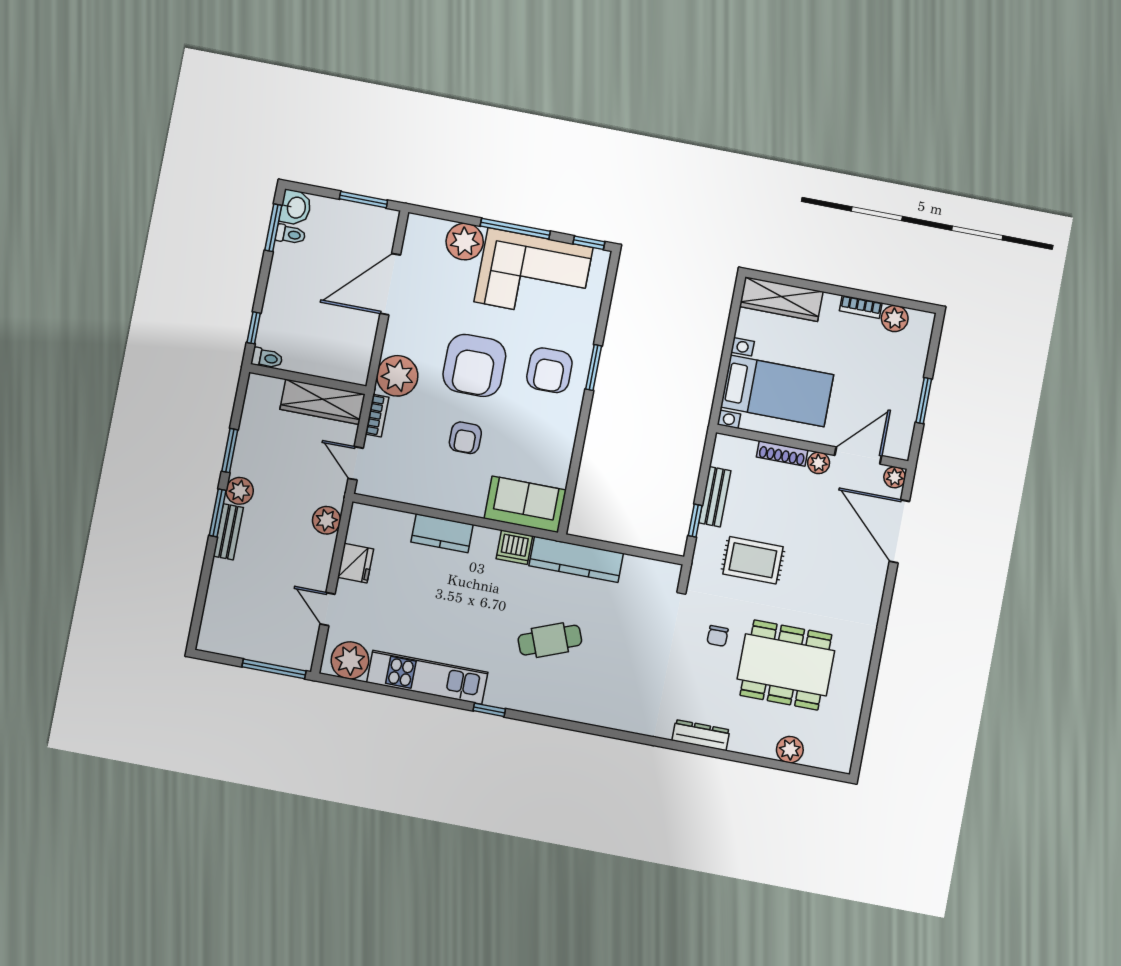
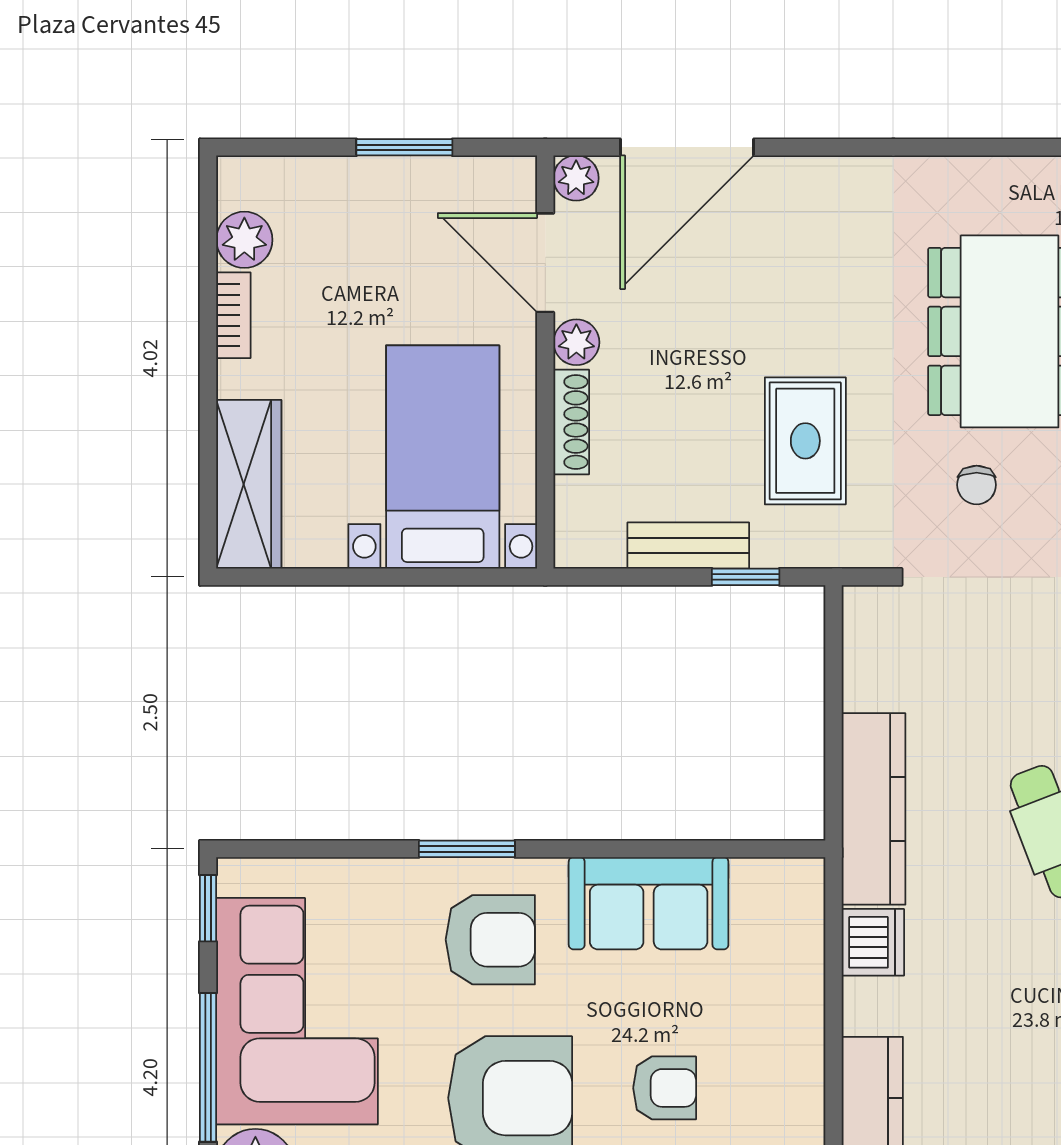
sofa: (525, 504) -> (649, 903), moved, turned -90
chair: (718, 636) -> (977, 485), turned 90

